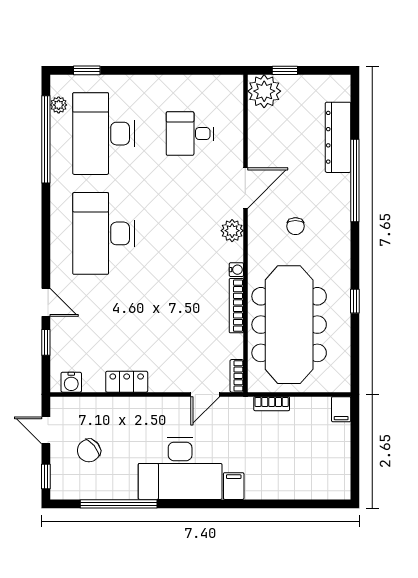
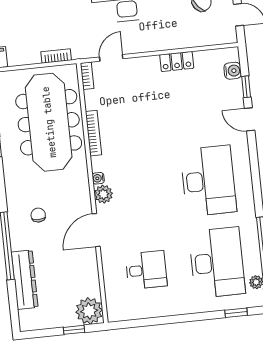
chair: (295, 226) -> (38, 215), moved
water cooler: (236, 270) -> (98, 178), moved
water cooler: (71, 382) -> (233, 71), moved, turned 90

